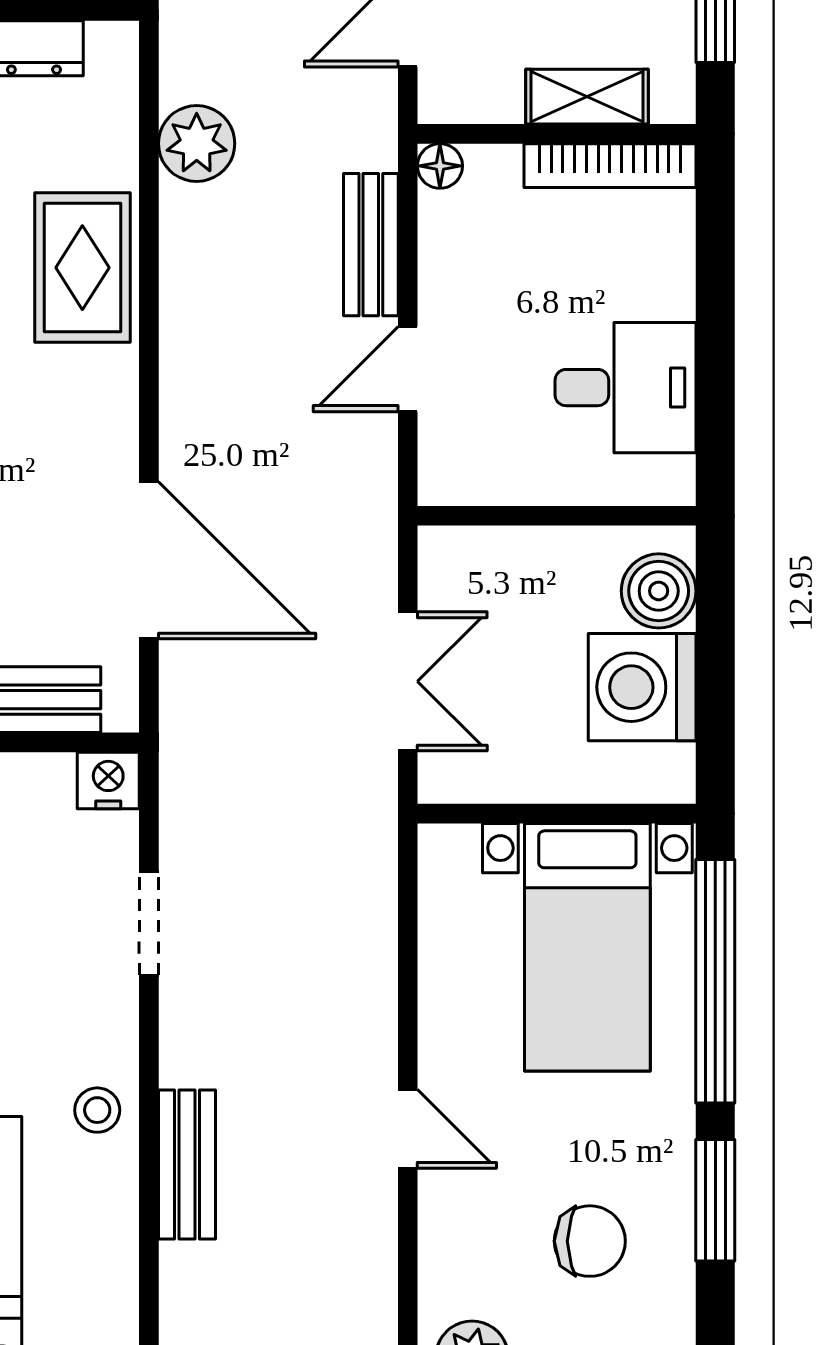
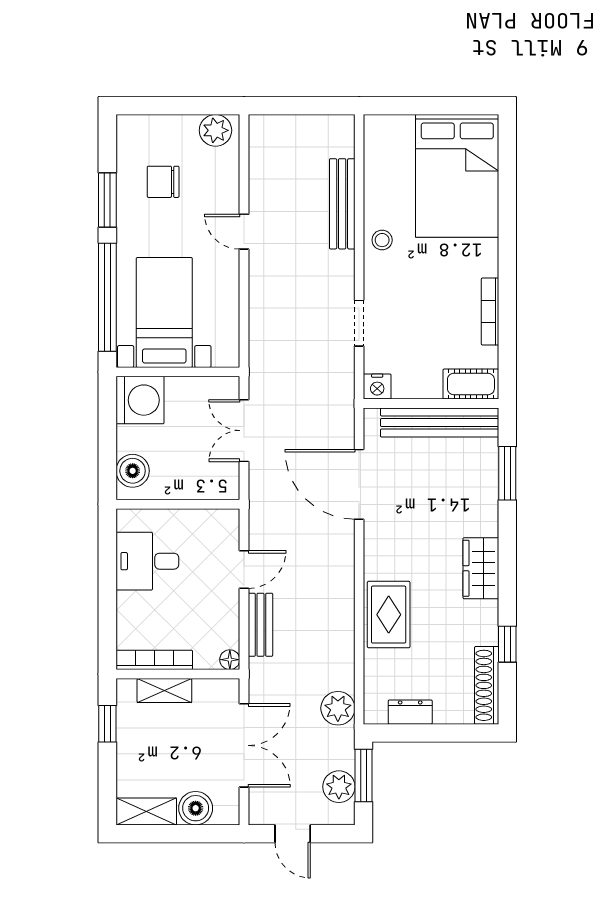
plant: (197, 144) -> (338, 708), moved
washing machine: (642, 687) -> (140, 400), moved
bench: (187, 1165) -> (342, 204), width x1.36

